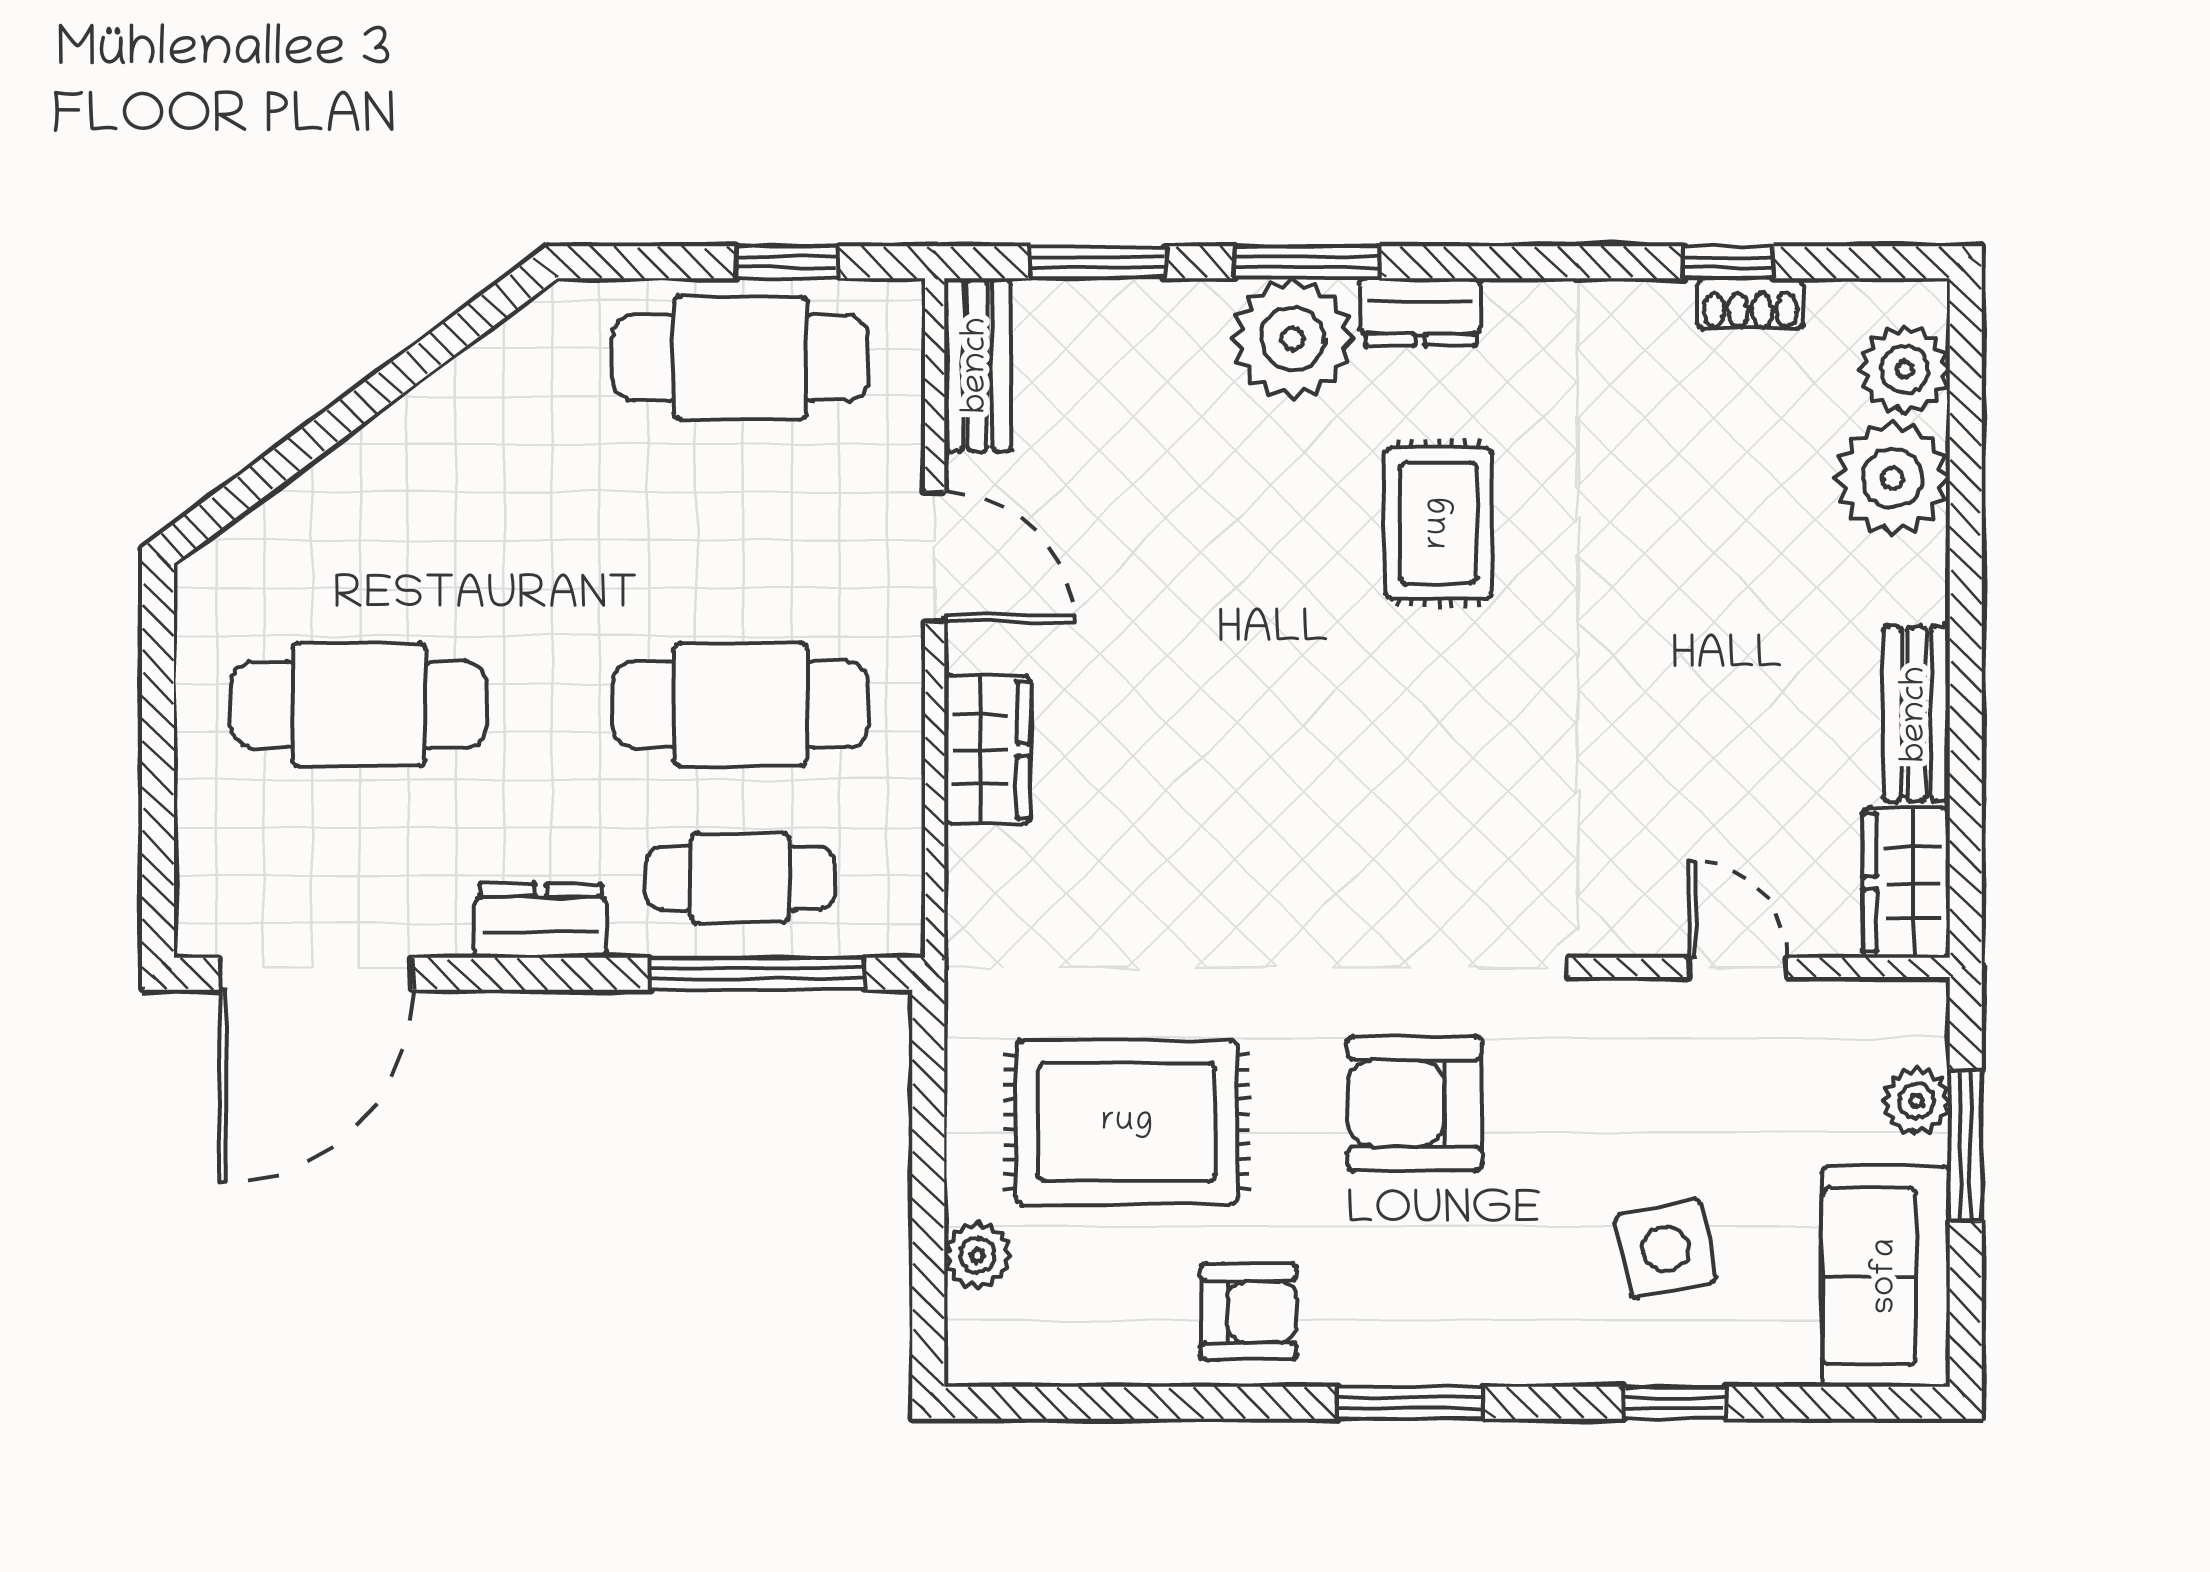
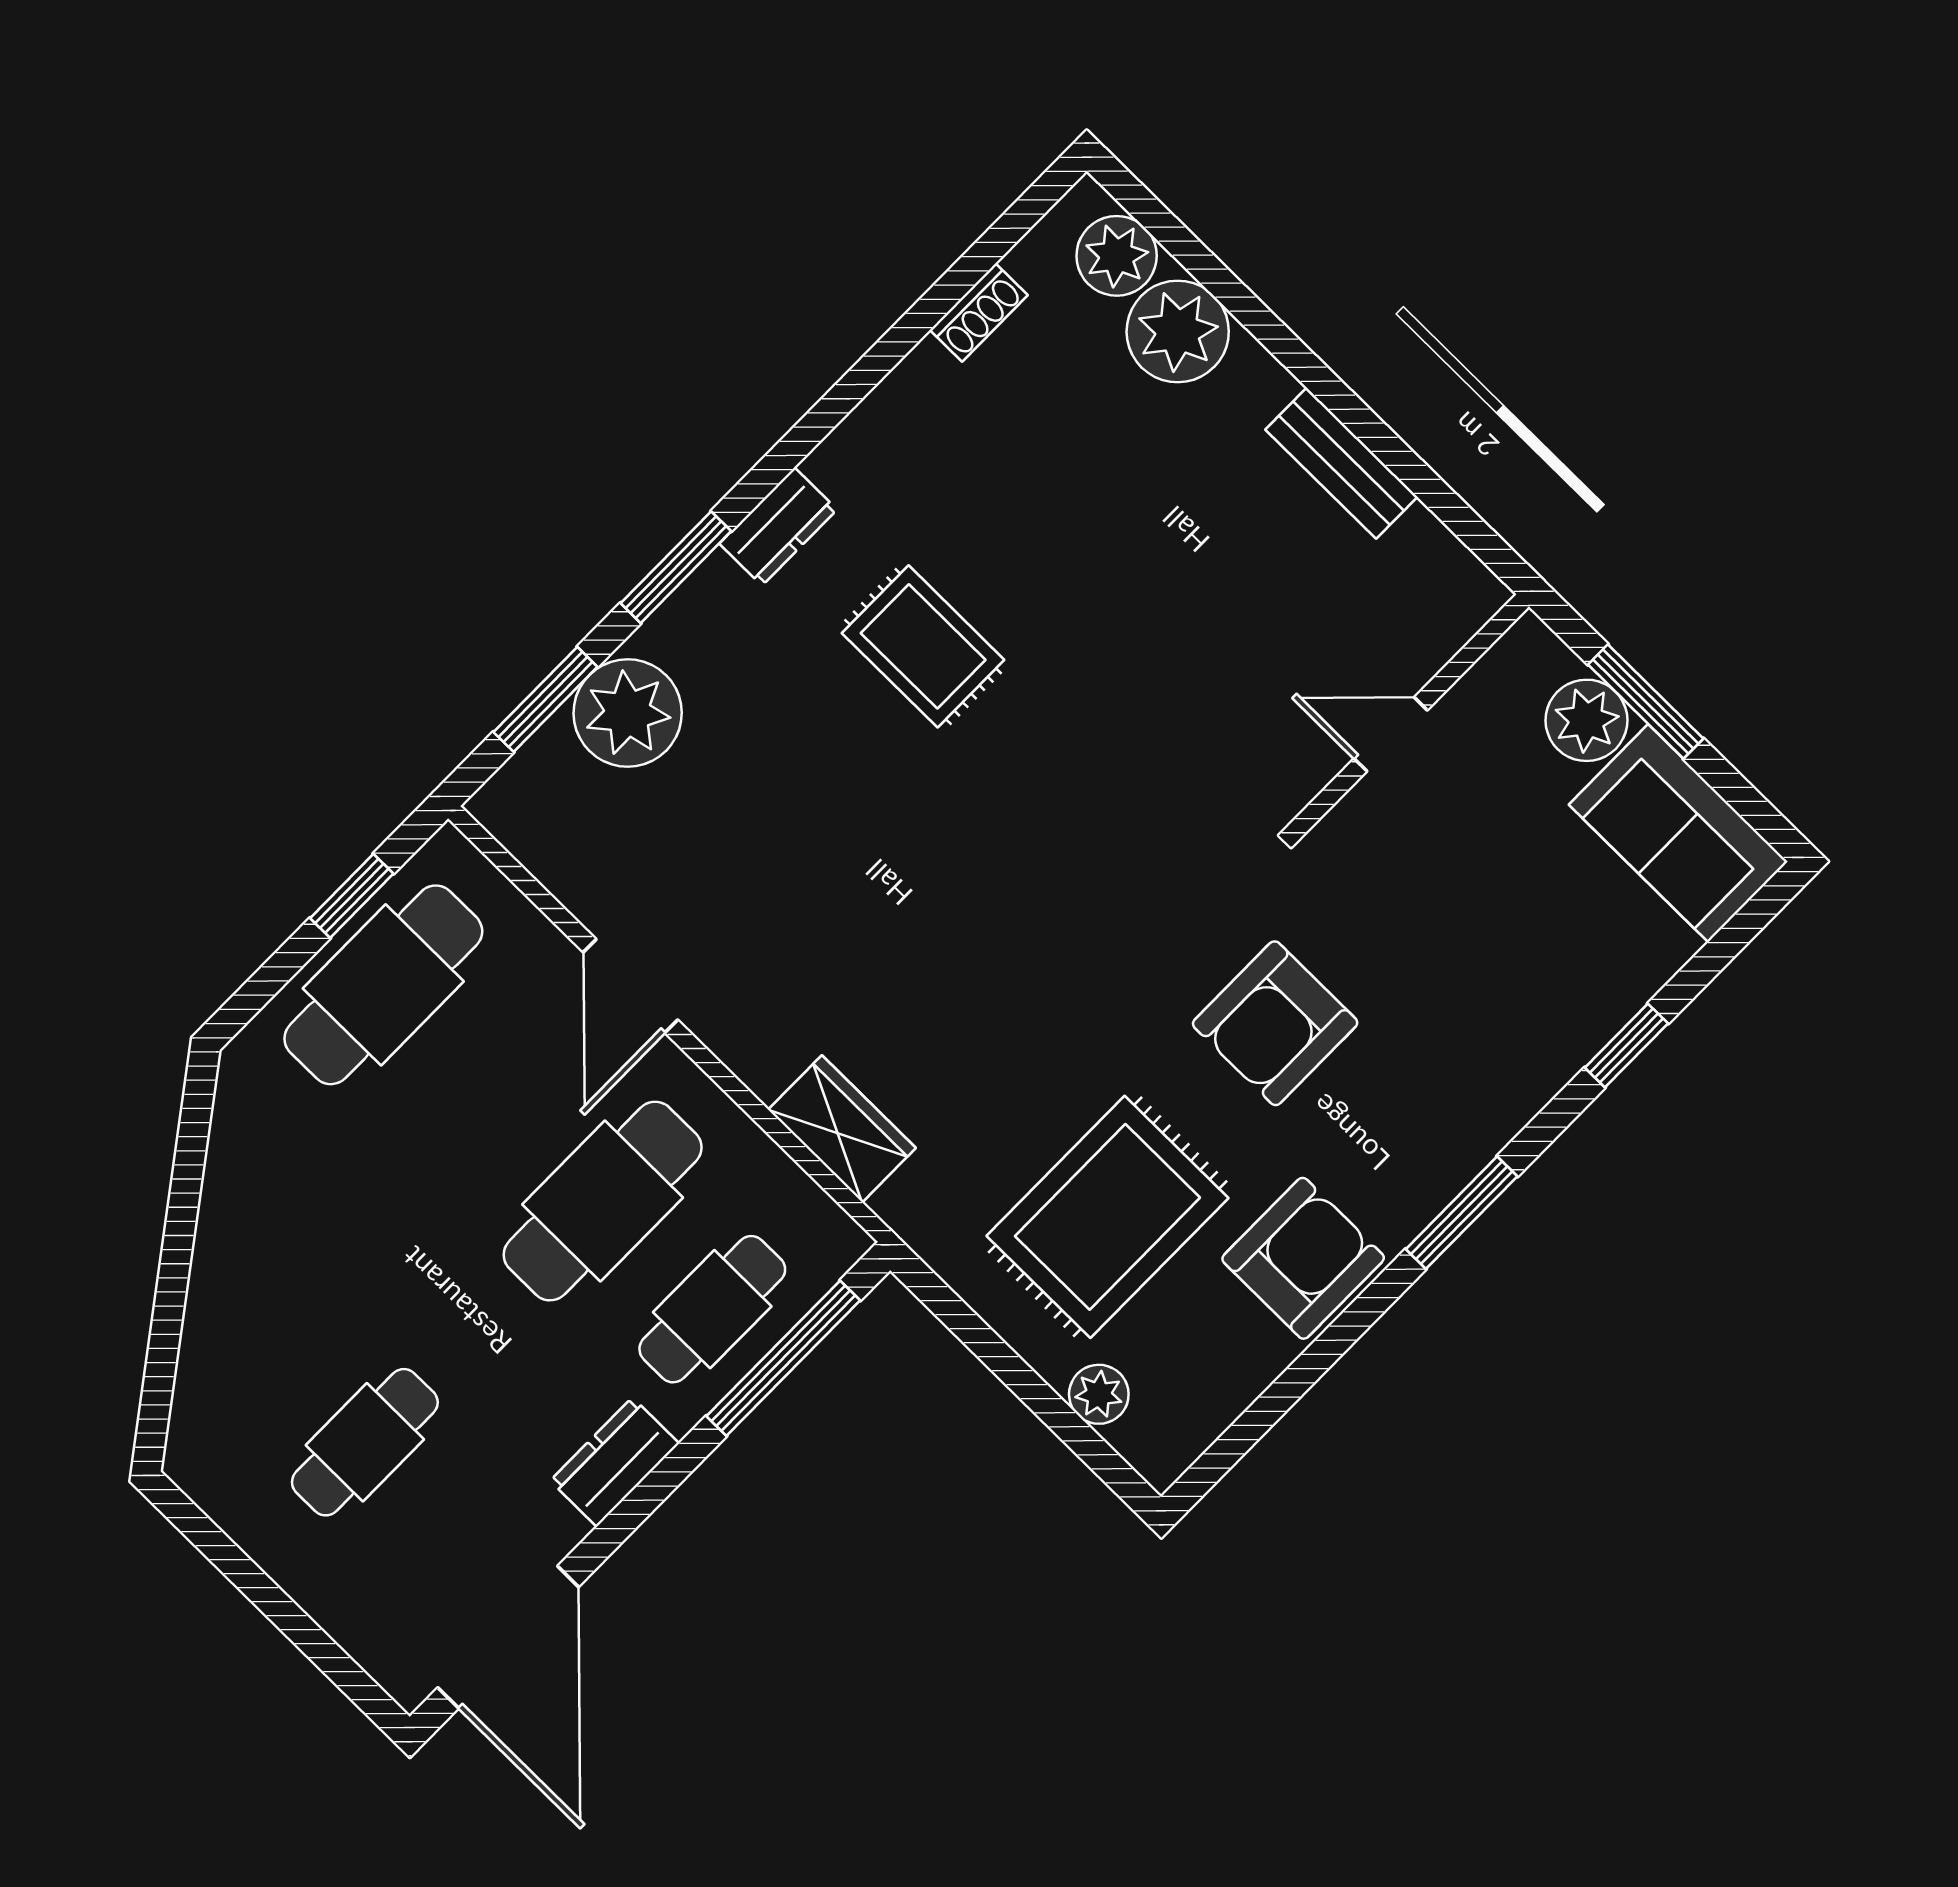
window: (1728, 262) -> (939, 301), removed
plant: (1292, 339) -> (628, 713), moved
bench: (977, 365) -> (536, 839), removed
door: (935, 557) -> (630, 986), swing flipped
cafe table: (359, 705) -> (365, 1442), width x0.73, depth x0.74
wardrobe: (987, 750) -> (842, 1129), moved
wardrobe: (1906, 883) -> (1442, 575), removed
plant: (1916, 1101) -> (1586, 720), width x1.38, depth x1.38
side table: (1666, 1249) -> (1523, 955), removed
armchair: (1248, 1312) -> (1303, 1258), width x1.38, depth x1.38

